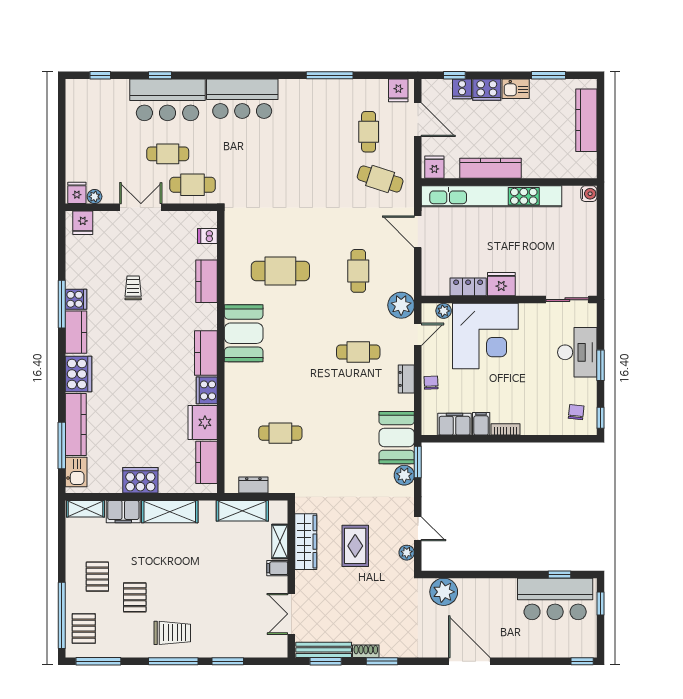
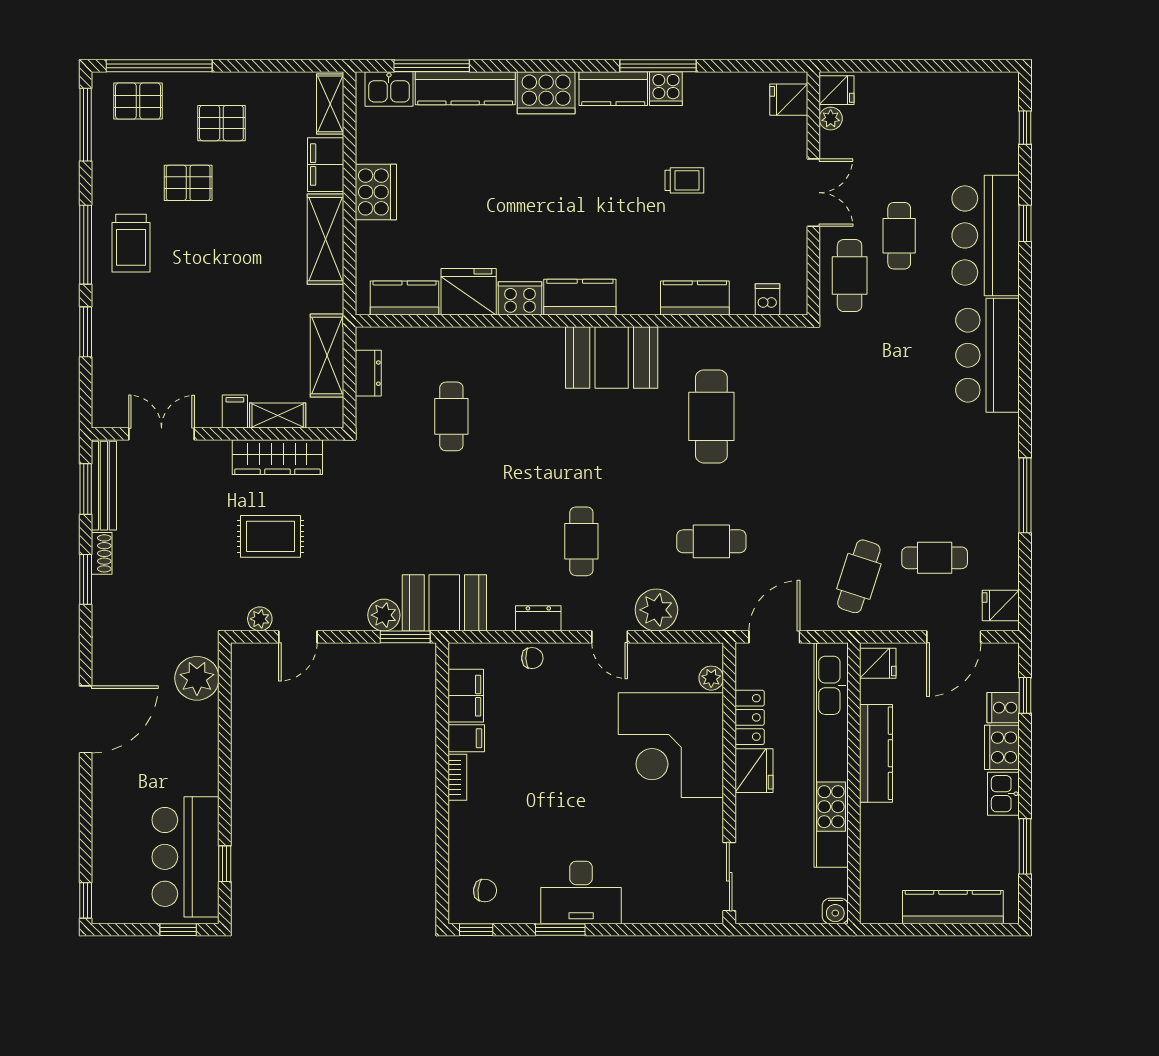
fridge: (501, 284) -> (754, 771), moved
locker: (468, 287) -> (750, 717), moved
wall: (509, 300) -> (729, 783), moved
sliding door: (567, 300) -> (729, 877), moved
plant: (444, 311) -> (711, 678), moved
corner desk: (485, 336) -> (671, 745), moved

